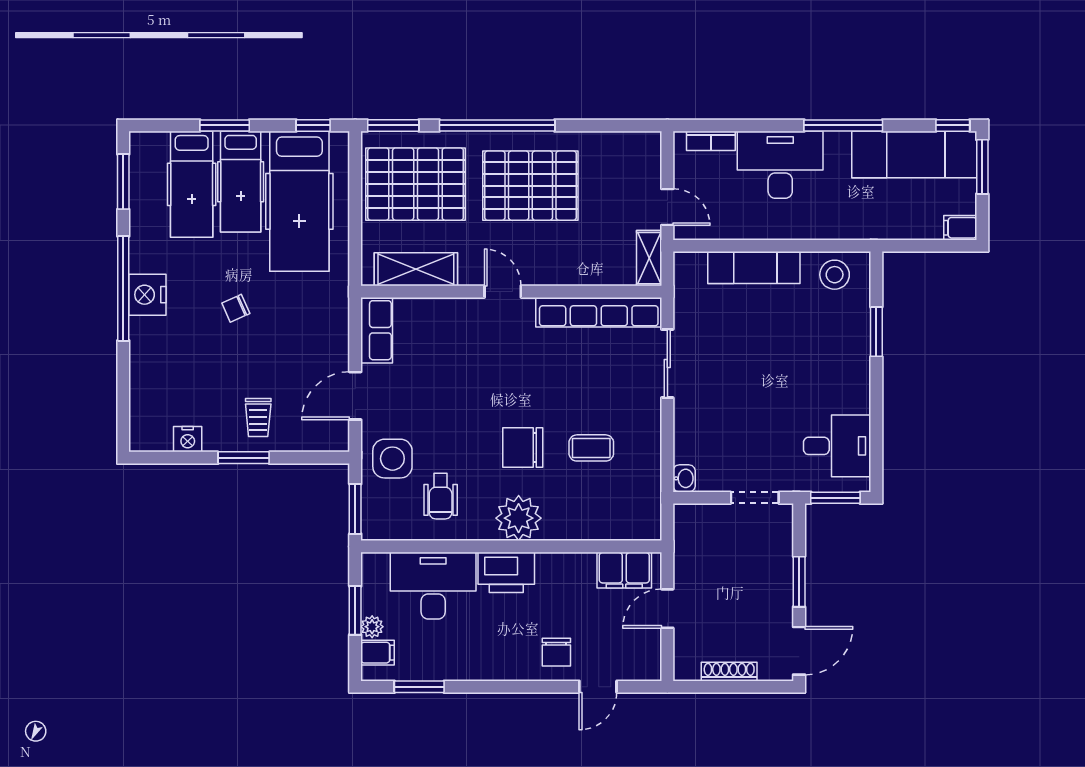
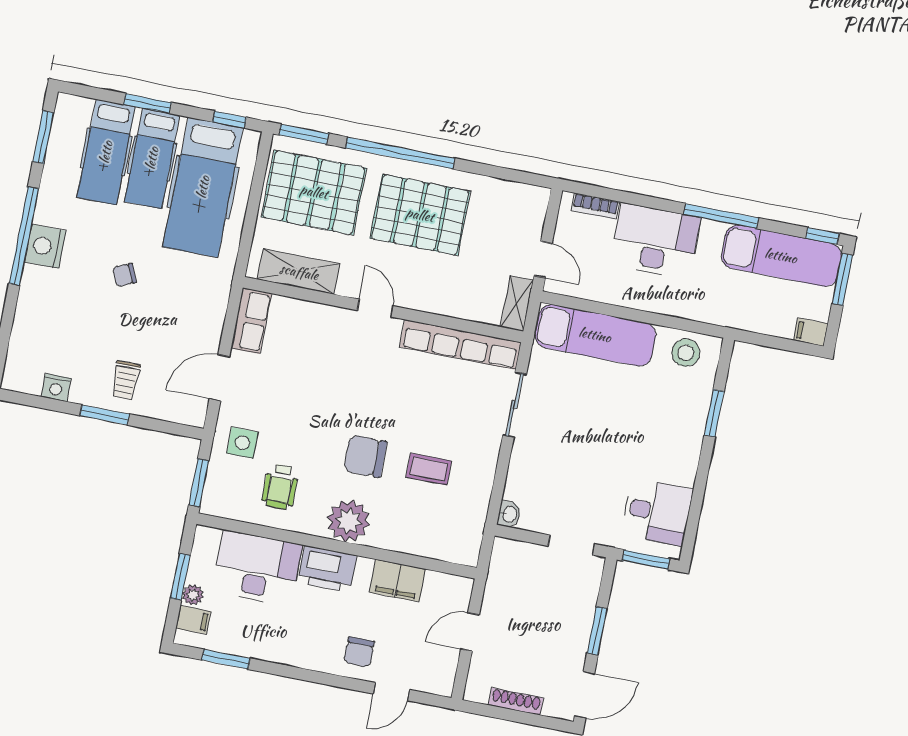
exam couch: (754, 268) -> (595, 335), width x1.36, depth x1.45
side table: (392, 459) -> (242, 443), width x0.73, depth x0.73
filing cabinet: (624, 570) -> (397, 581), moved

